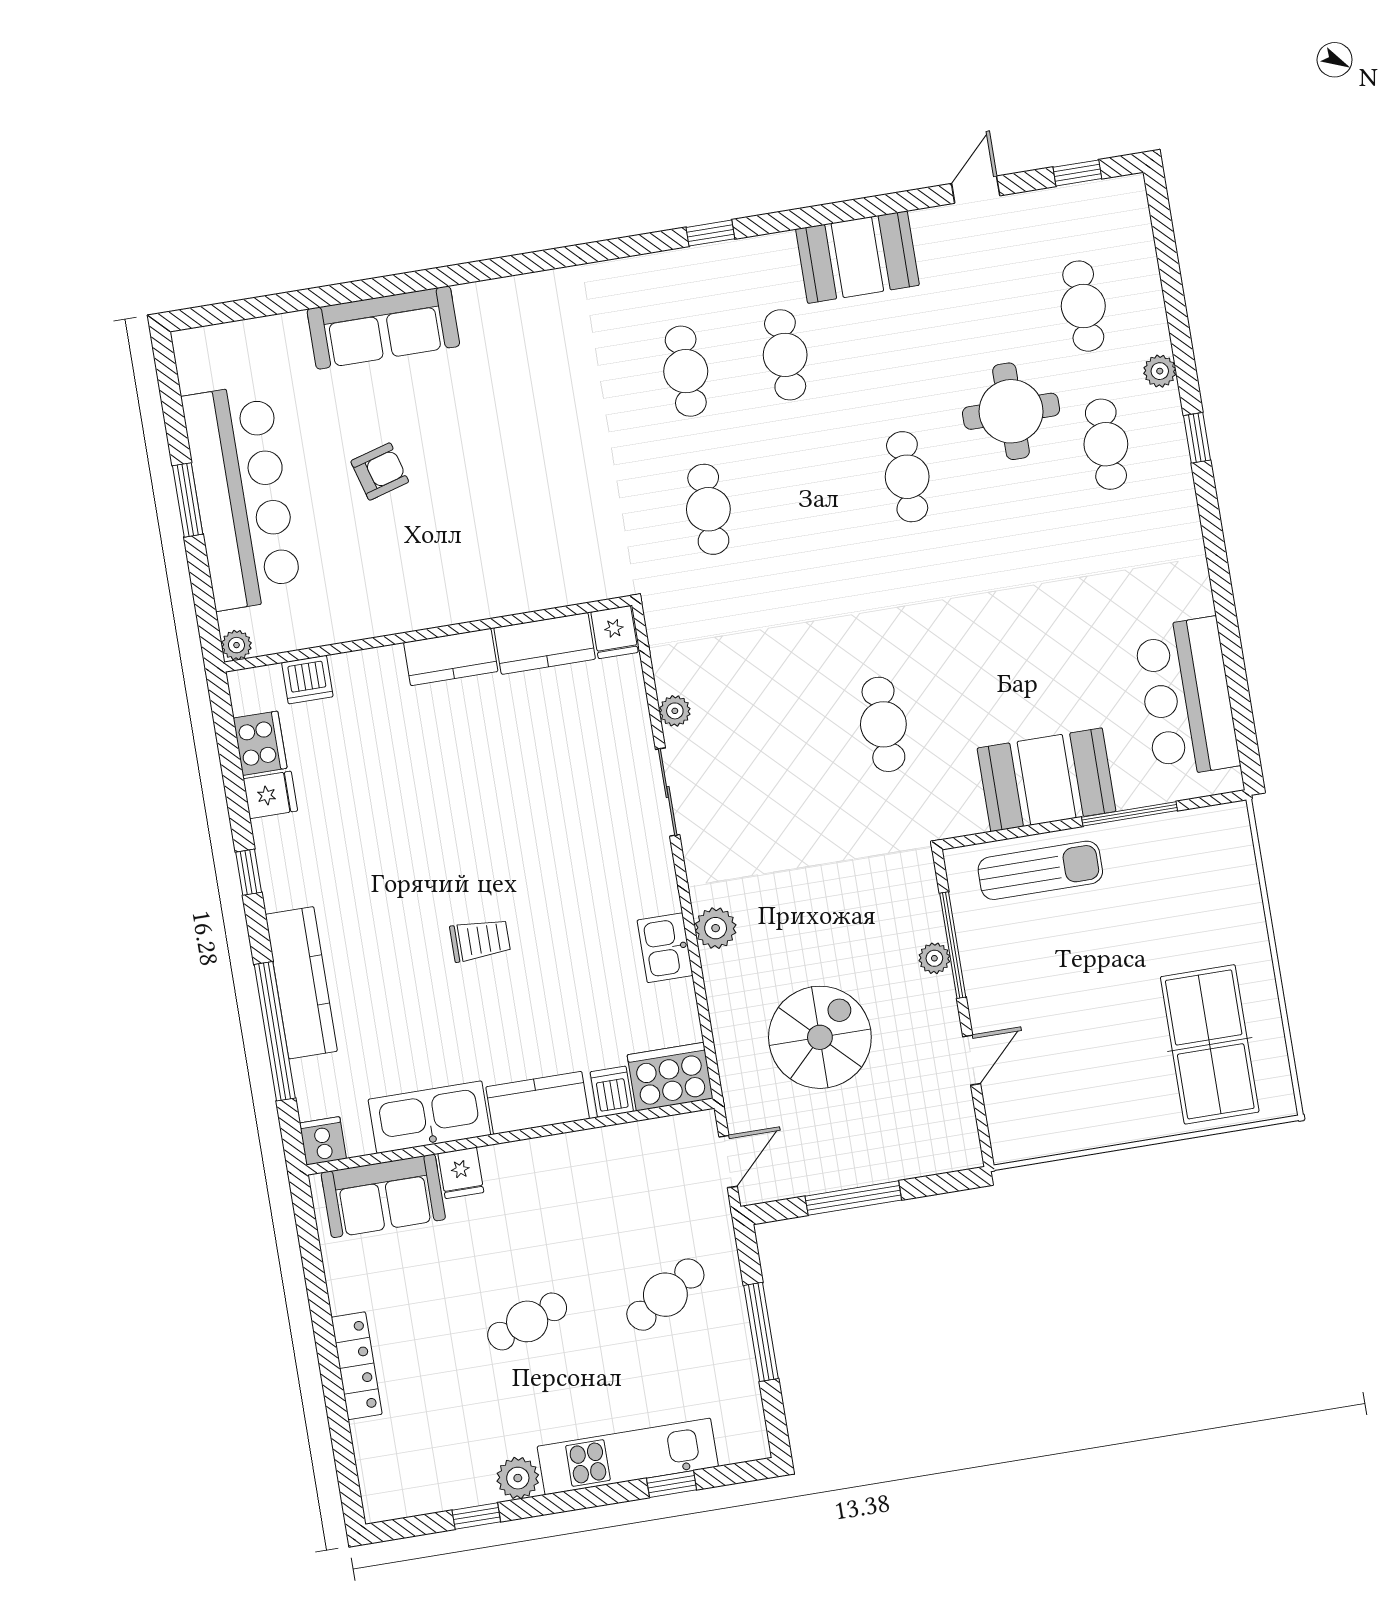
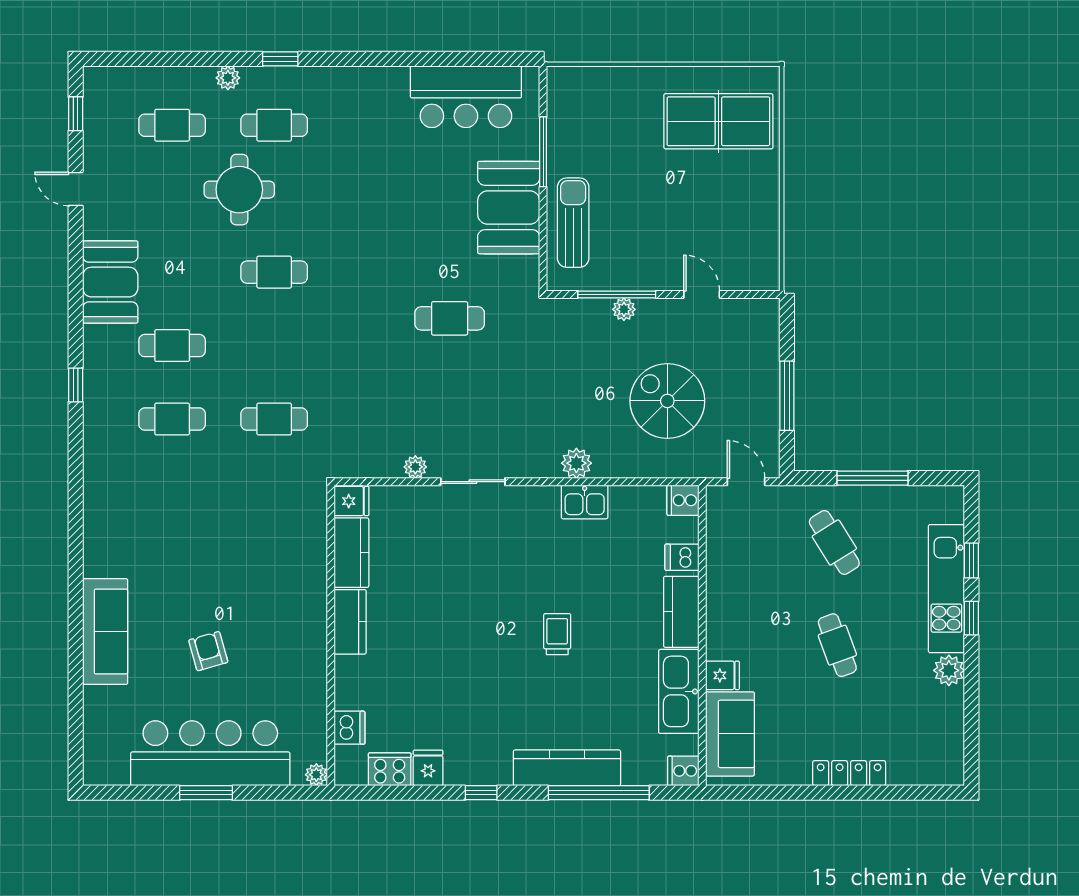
cooker: (670, 1077) -> (683, 500), width x0.53, depth x0.76
window: (476, 1516) -> (971, 618), moved

